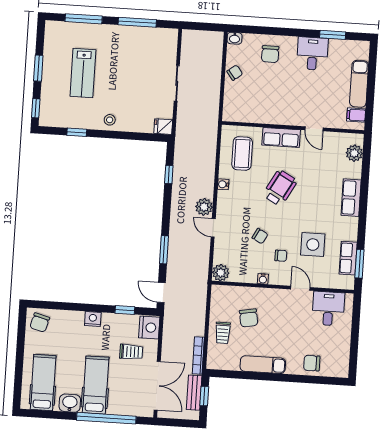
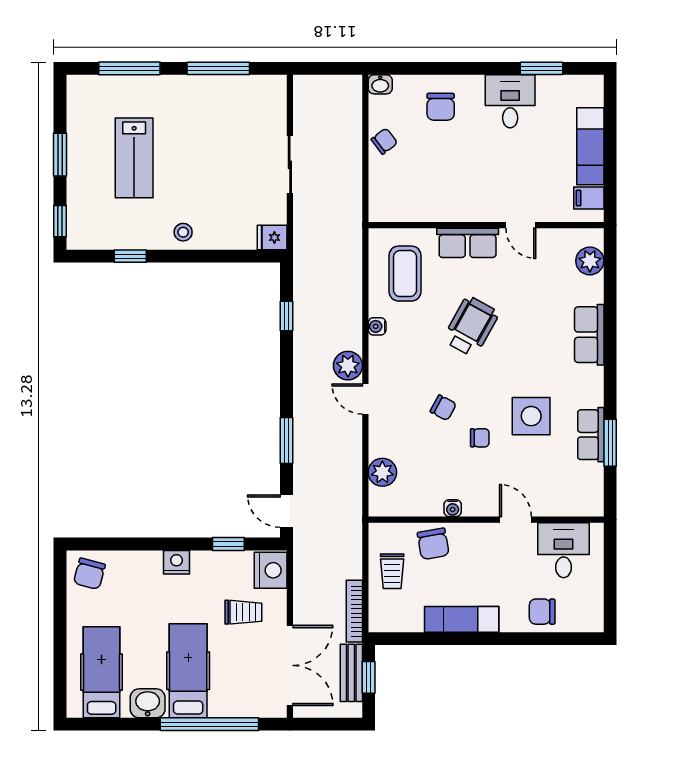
water cooler: (263, 279) -> (453, 508), moved
wall: (283, 287) -> (486, 520), moved
door: (300, 288) -> (515, 520), moved
desk: (328, 309) -> (564, 550), moved

